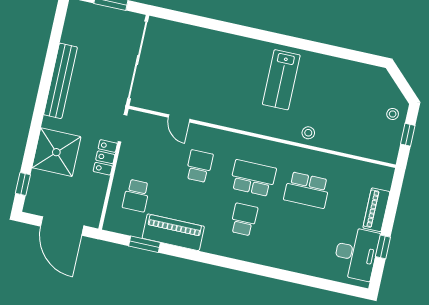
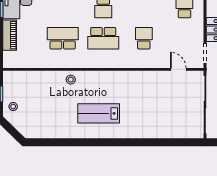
lab bench: (281, 80) -> (99, 113), turned -90
door: (179, 118) -> (178, 69), moved
school desk: (199, 166) -> (144, 38), turned 180

